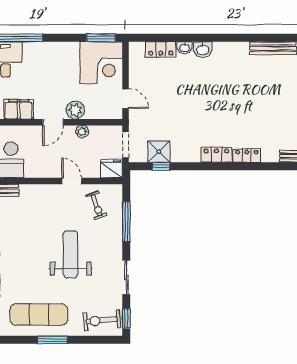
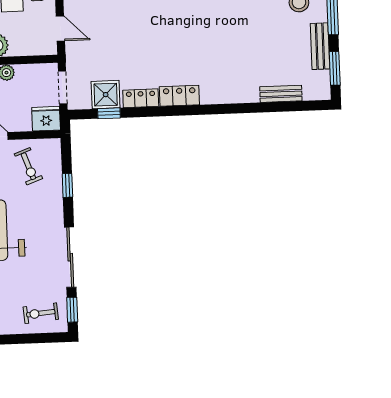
locker: (247, 156) -> (141, 98), moved
window: (126, 221) -> (67, 185), width x0.46
sliding door: (126, 278) -> (70, 257), width x1.37
exercise bike: (102, 320) -> (41, 313), width x0.73, depth x0.72

